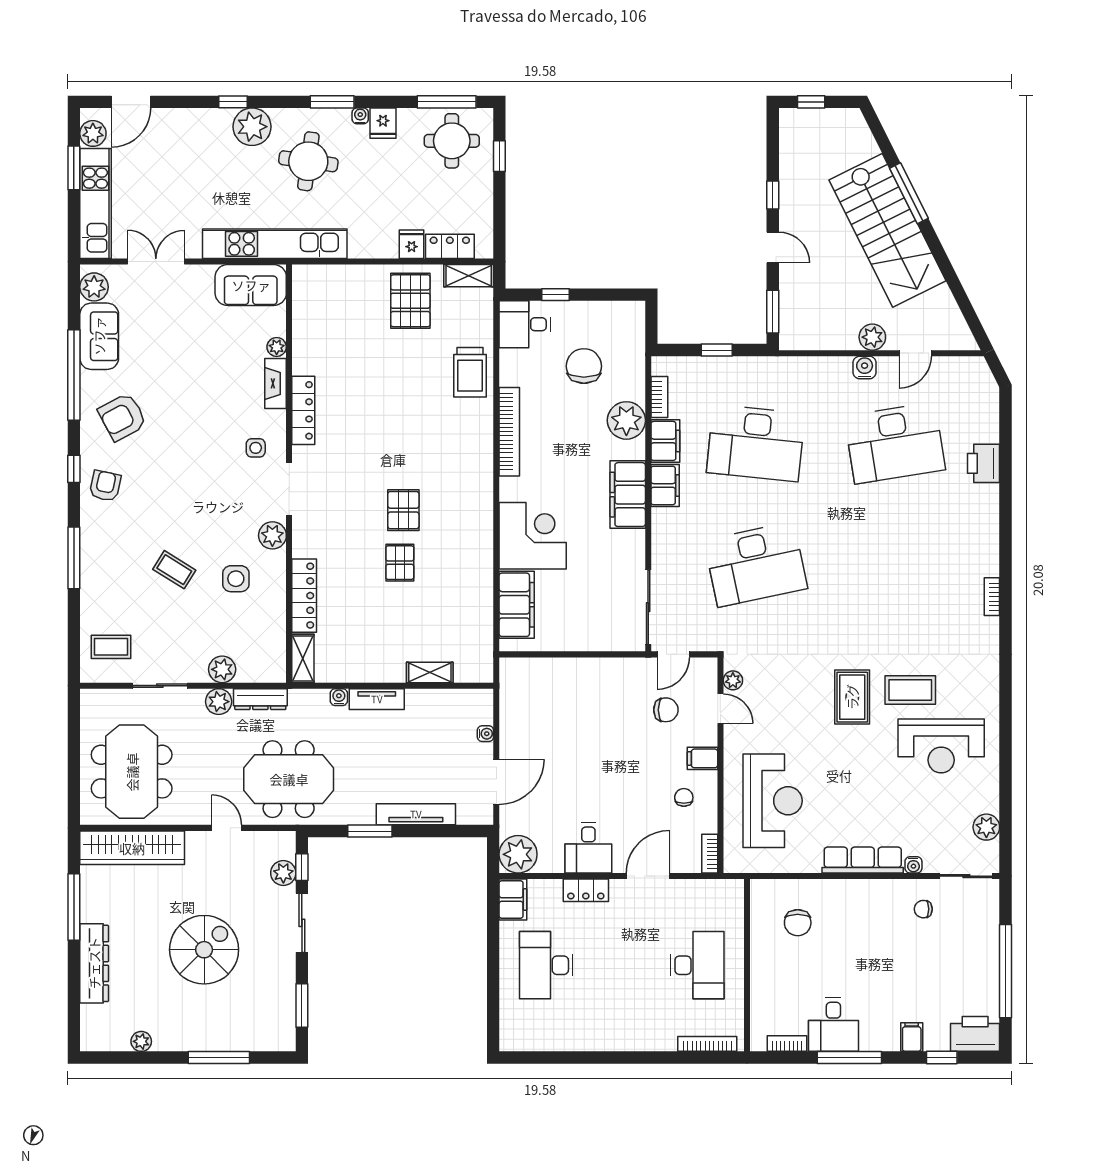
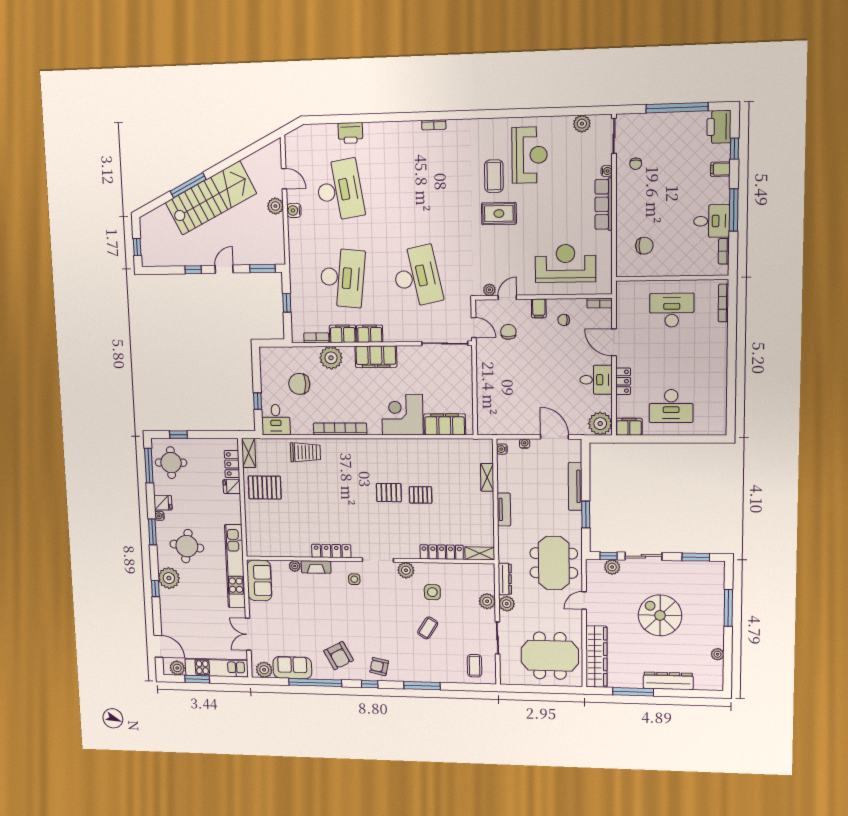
water cooler: (339, 697) -> (502, 449), moved

